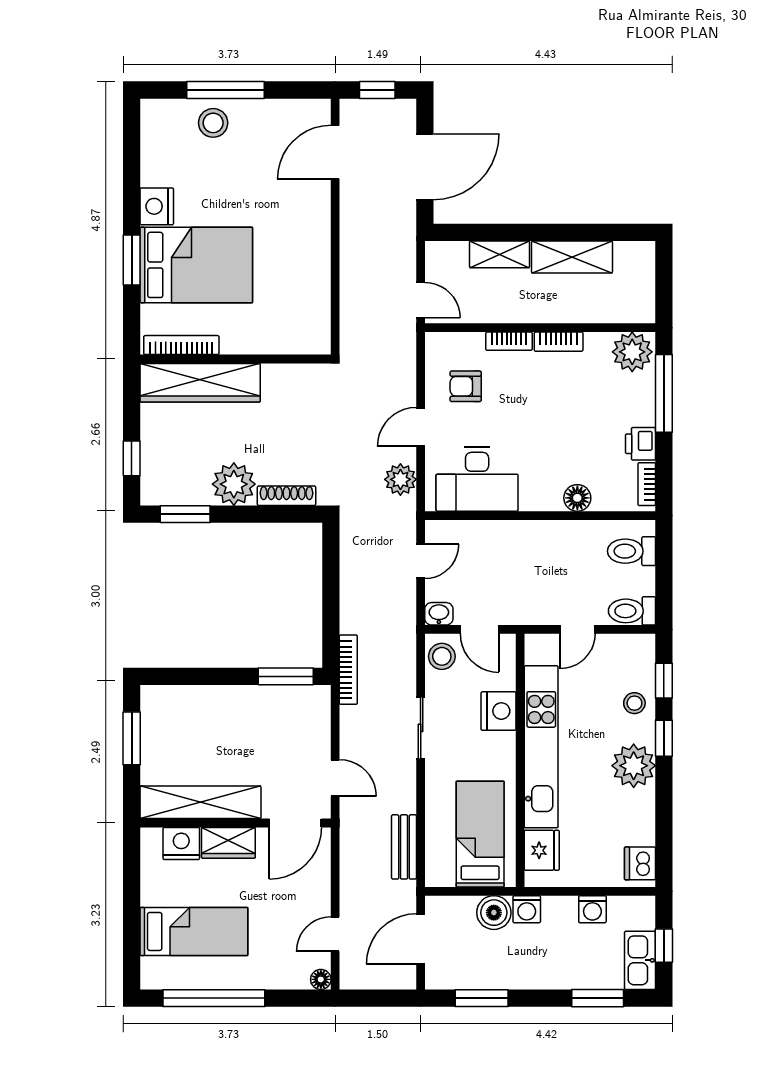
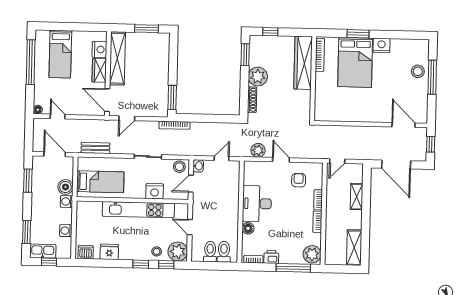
shelving: (572, 257) -> (354, 248), moved
desk: (477, 479) -> (257, 204), moved
door: (421, 561) -> (222, 158), swing flipped
toilet: (632, 611) -> (210, 252), moved
plant: (634, 766) -> (178, 252), moved
fridge: (542, 850) -> (109, 252), moved, turned 180

